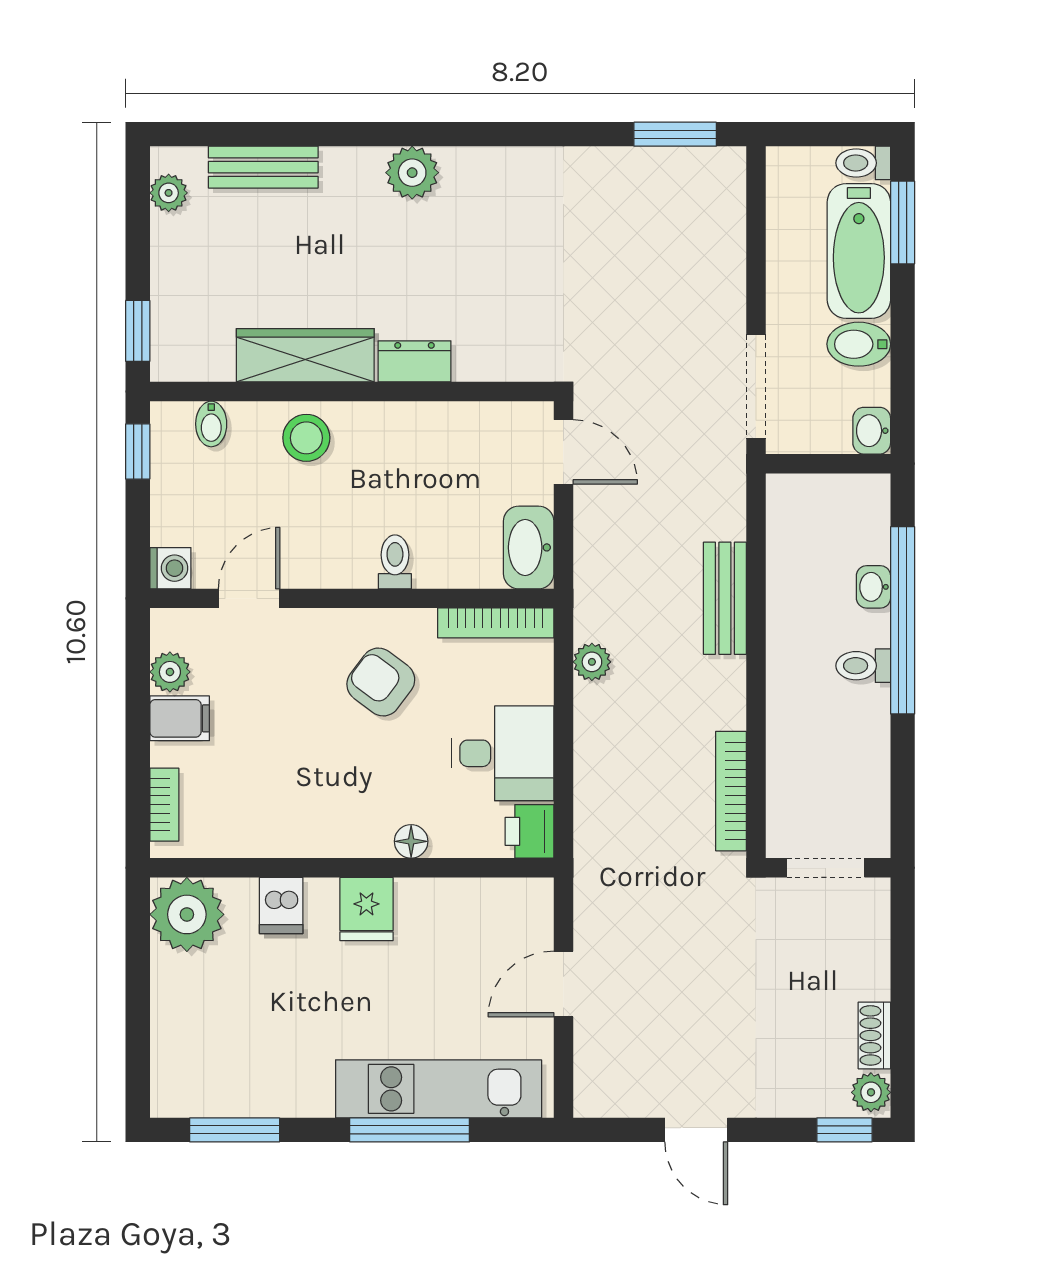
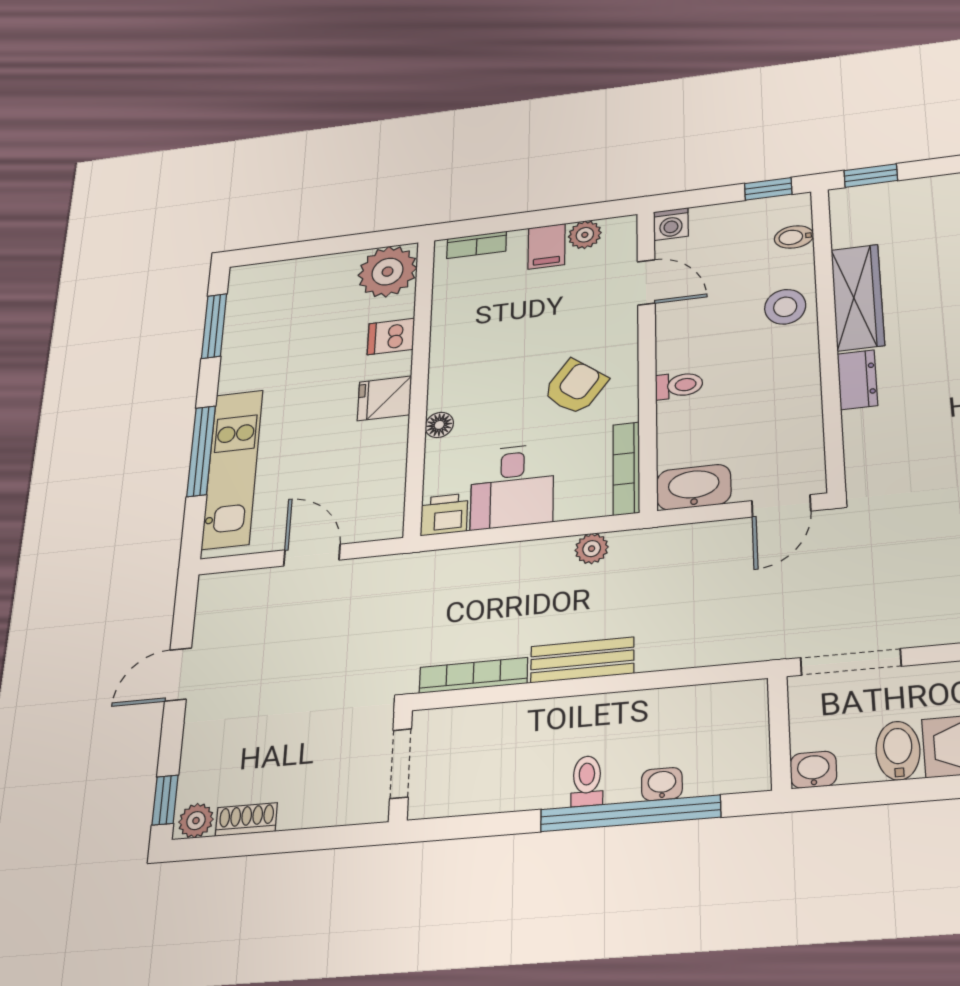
bench: (725, 598) -> (582, 660), moved

